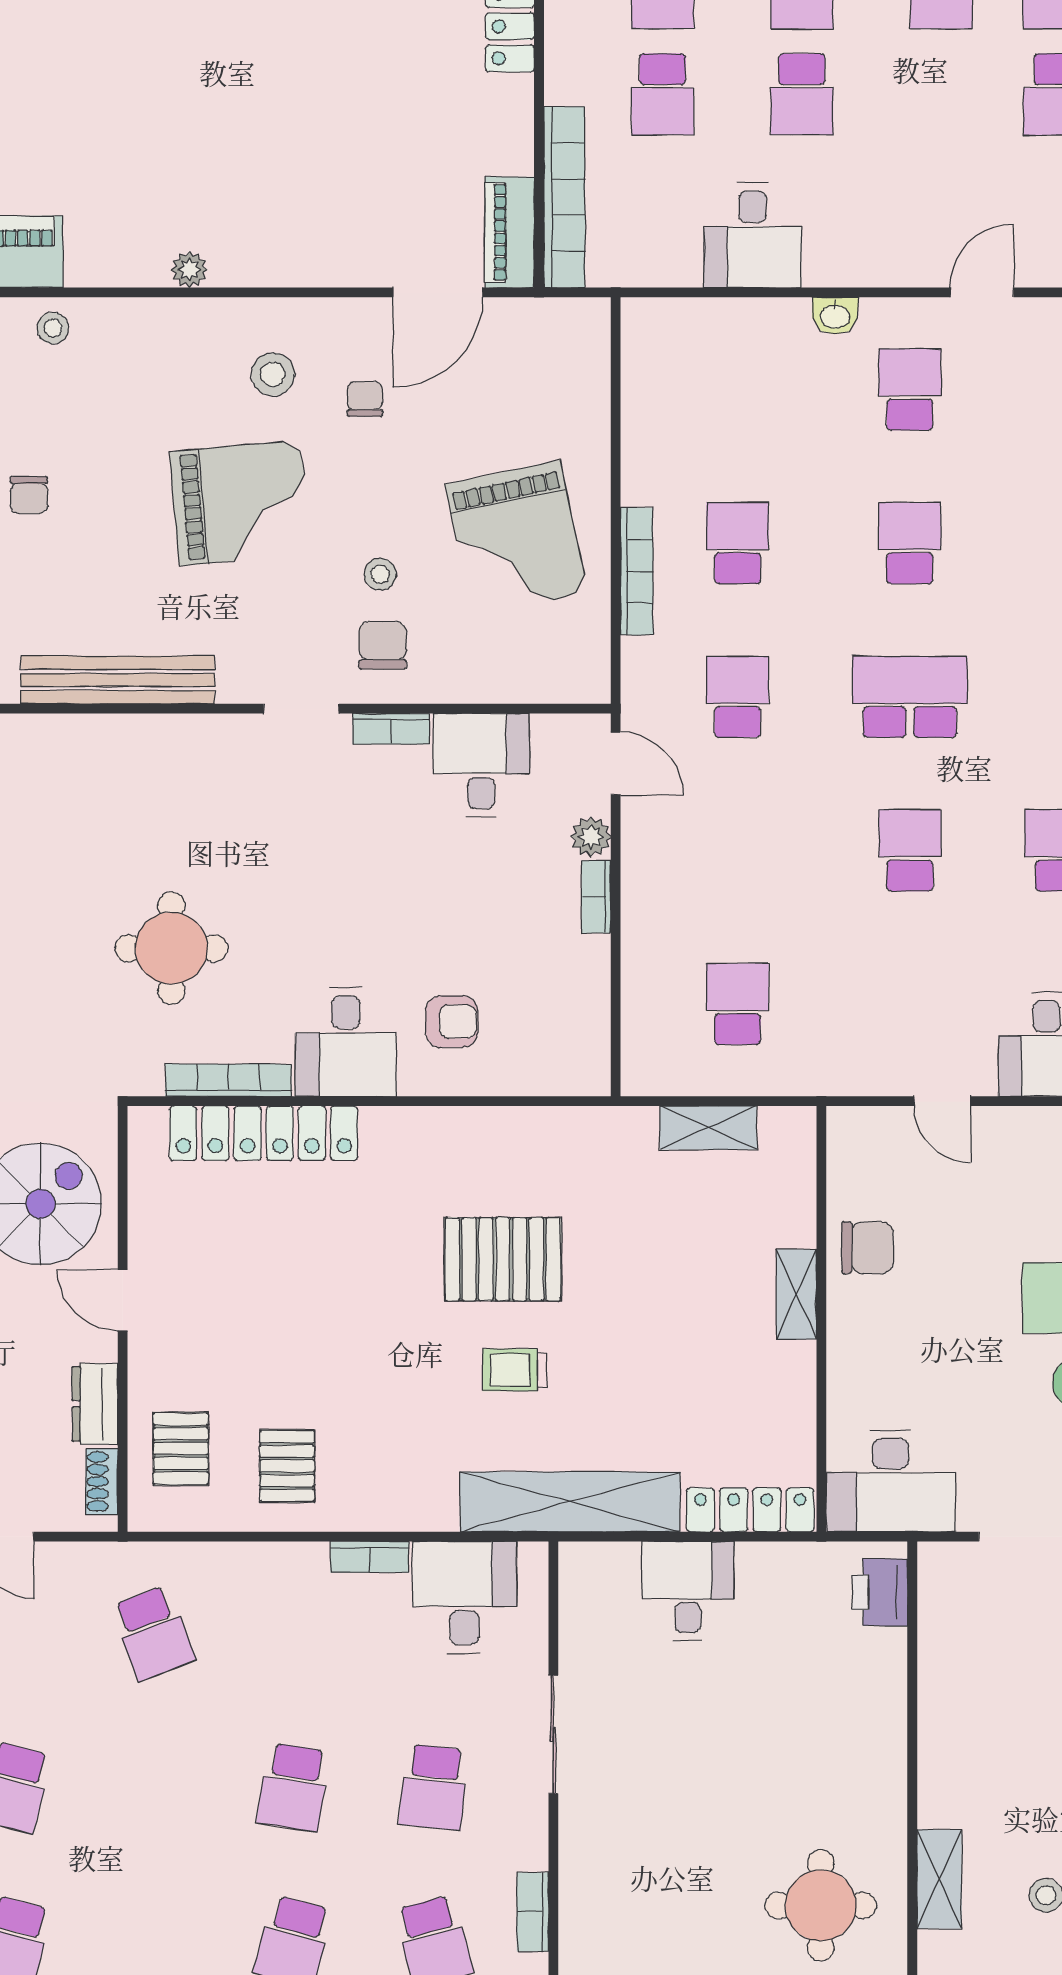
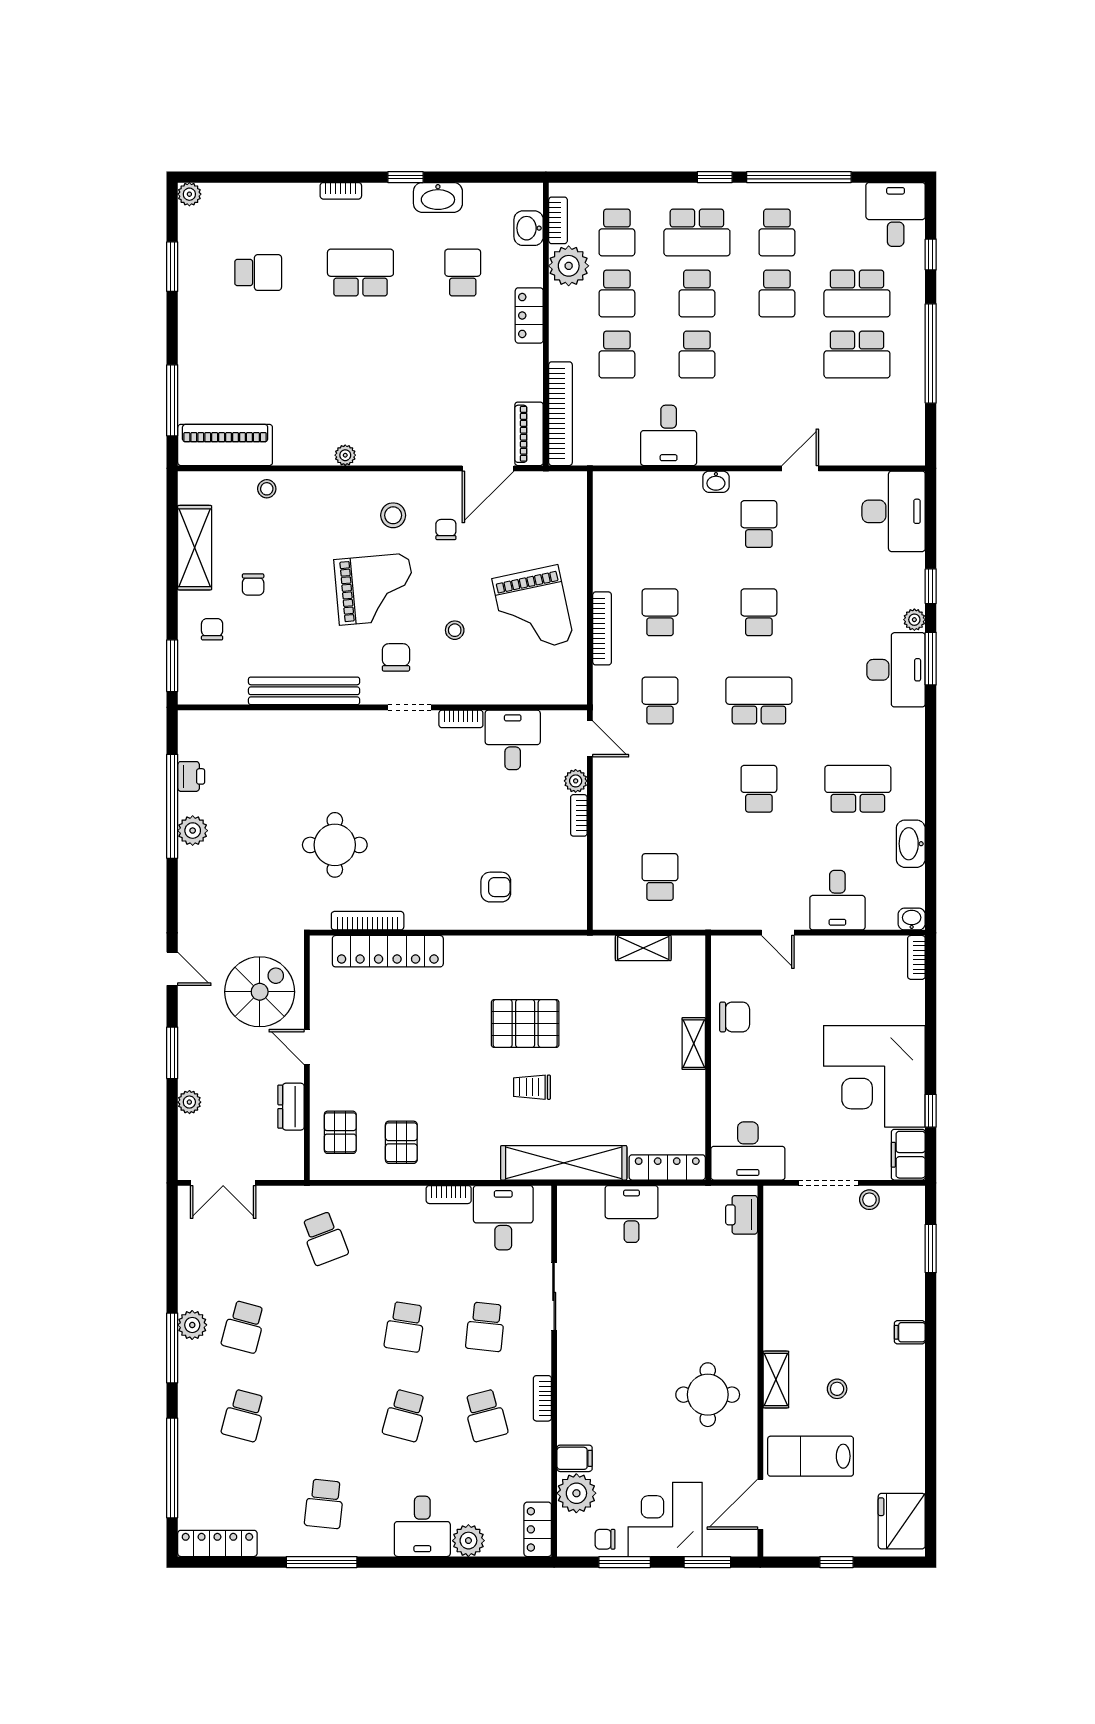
chair: (383, 645) -> (396, 657), moved
desk: (346, 1042) -> (435, 899), removed
shoe rack: (102, 1482) -> (295, 1151), removed

